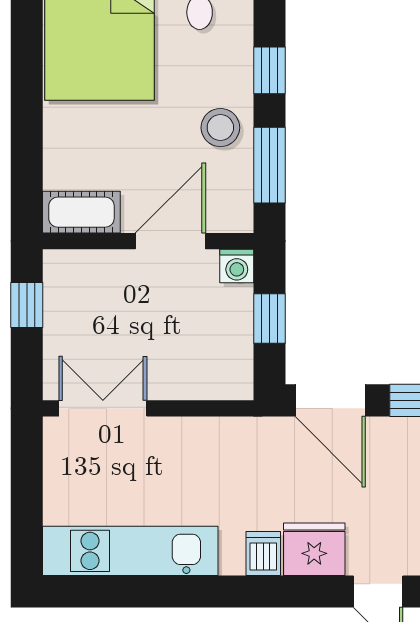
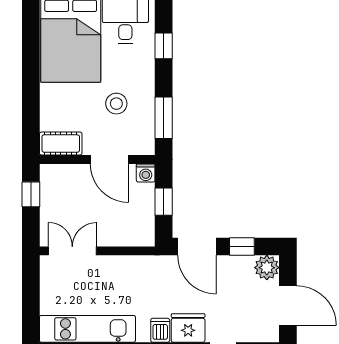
window: (270, 70) -> (164, 46), moved
stool: (220, 128) -> (116, 104), moved
door: (170, 241) -> (109, 159), swing flipped

